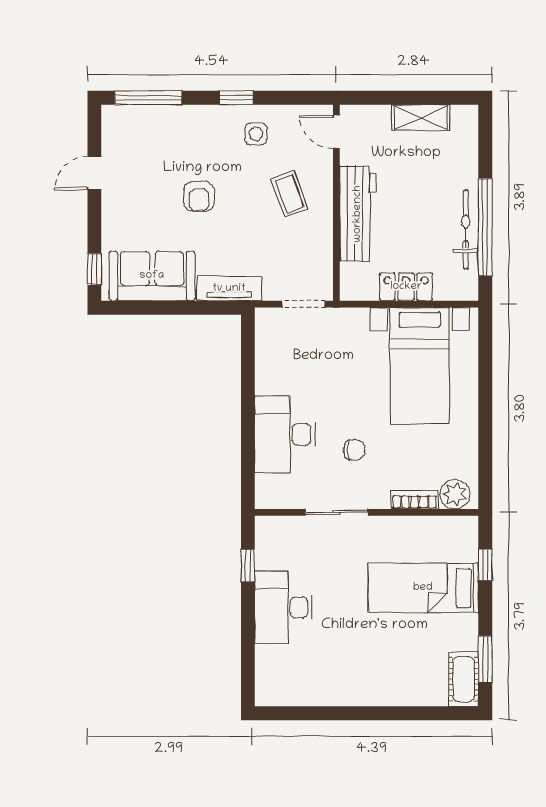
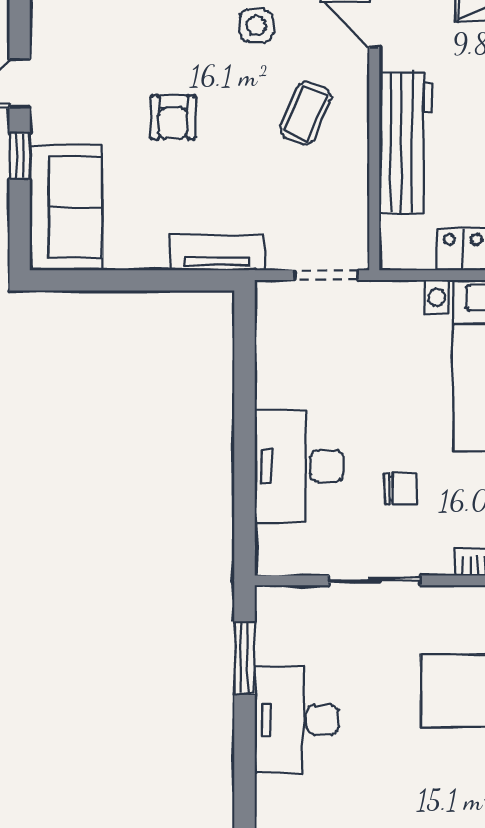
coffee table: (290, 194) -> (306, 113), turned 44
window: (94, 269) -> (20, 156), moved
sofa: (152, 276) -> (66, 207), moved, turned 90
window: (248, 565) -> (245, 658), width x1.50

